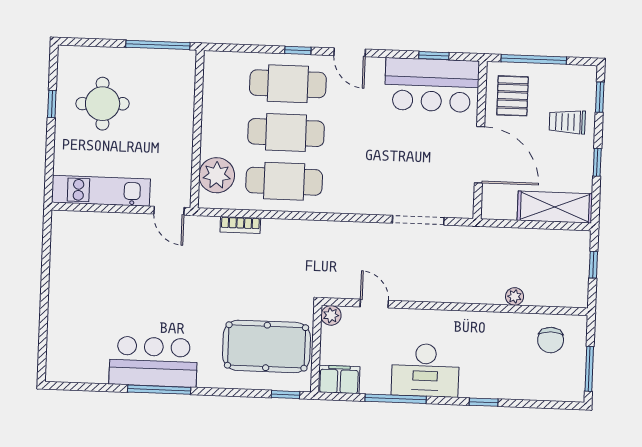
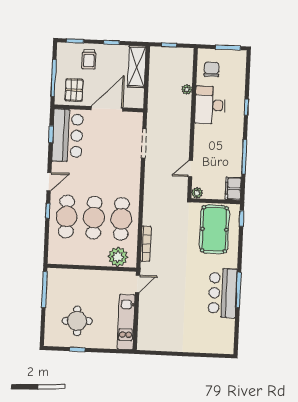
pallet: (513, 96) -> (74, 90), turned 90
bookcase: (240, 225) -> (146, 244), width x1.56
chair: (551, 340) -> (212, 69), turned -90
desk: (425, 370) -> (210, 105), moved, turned 180

